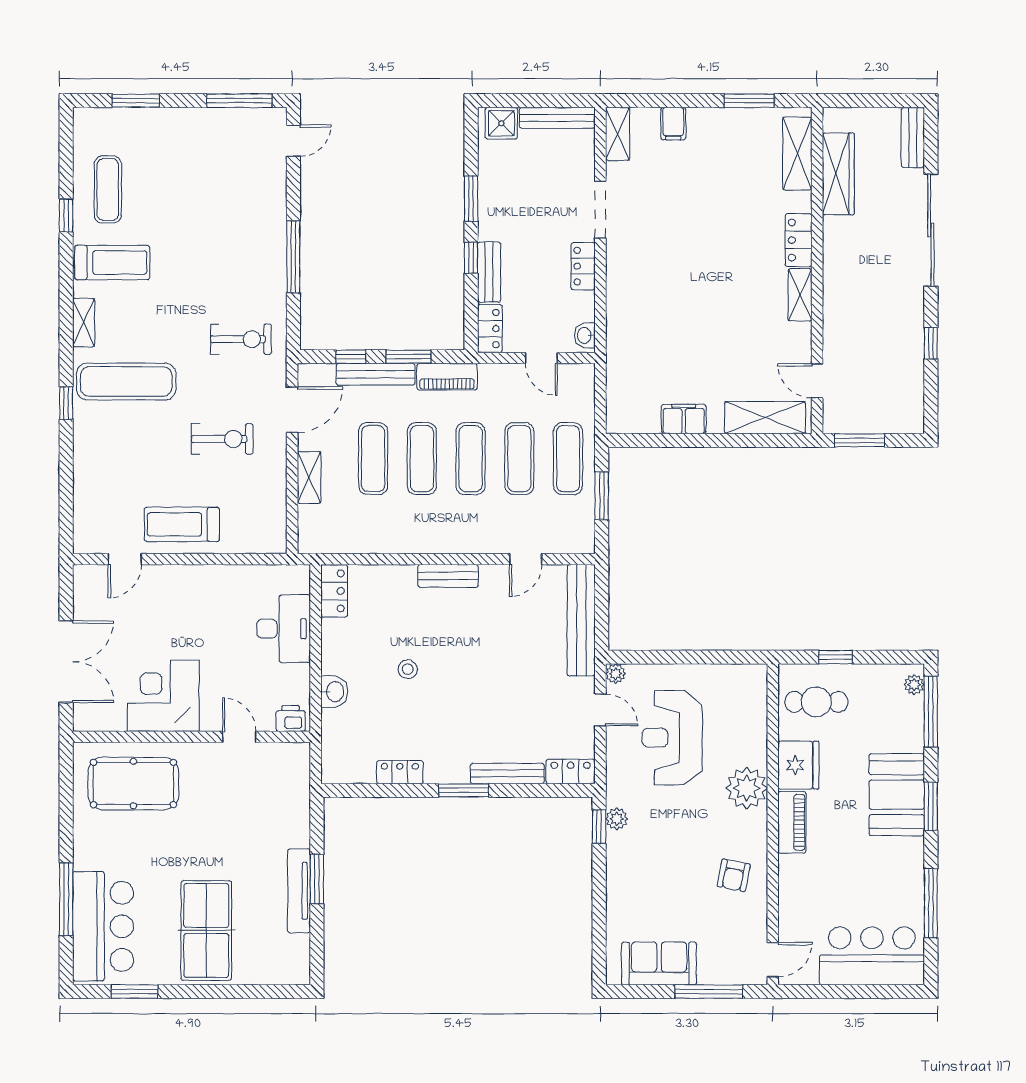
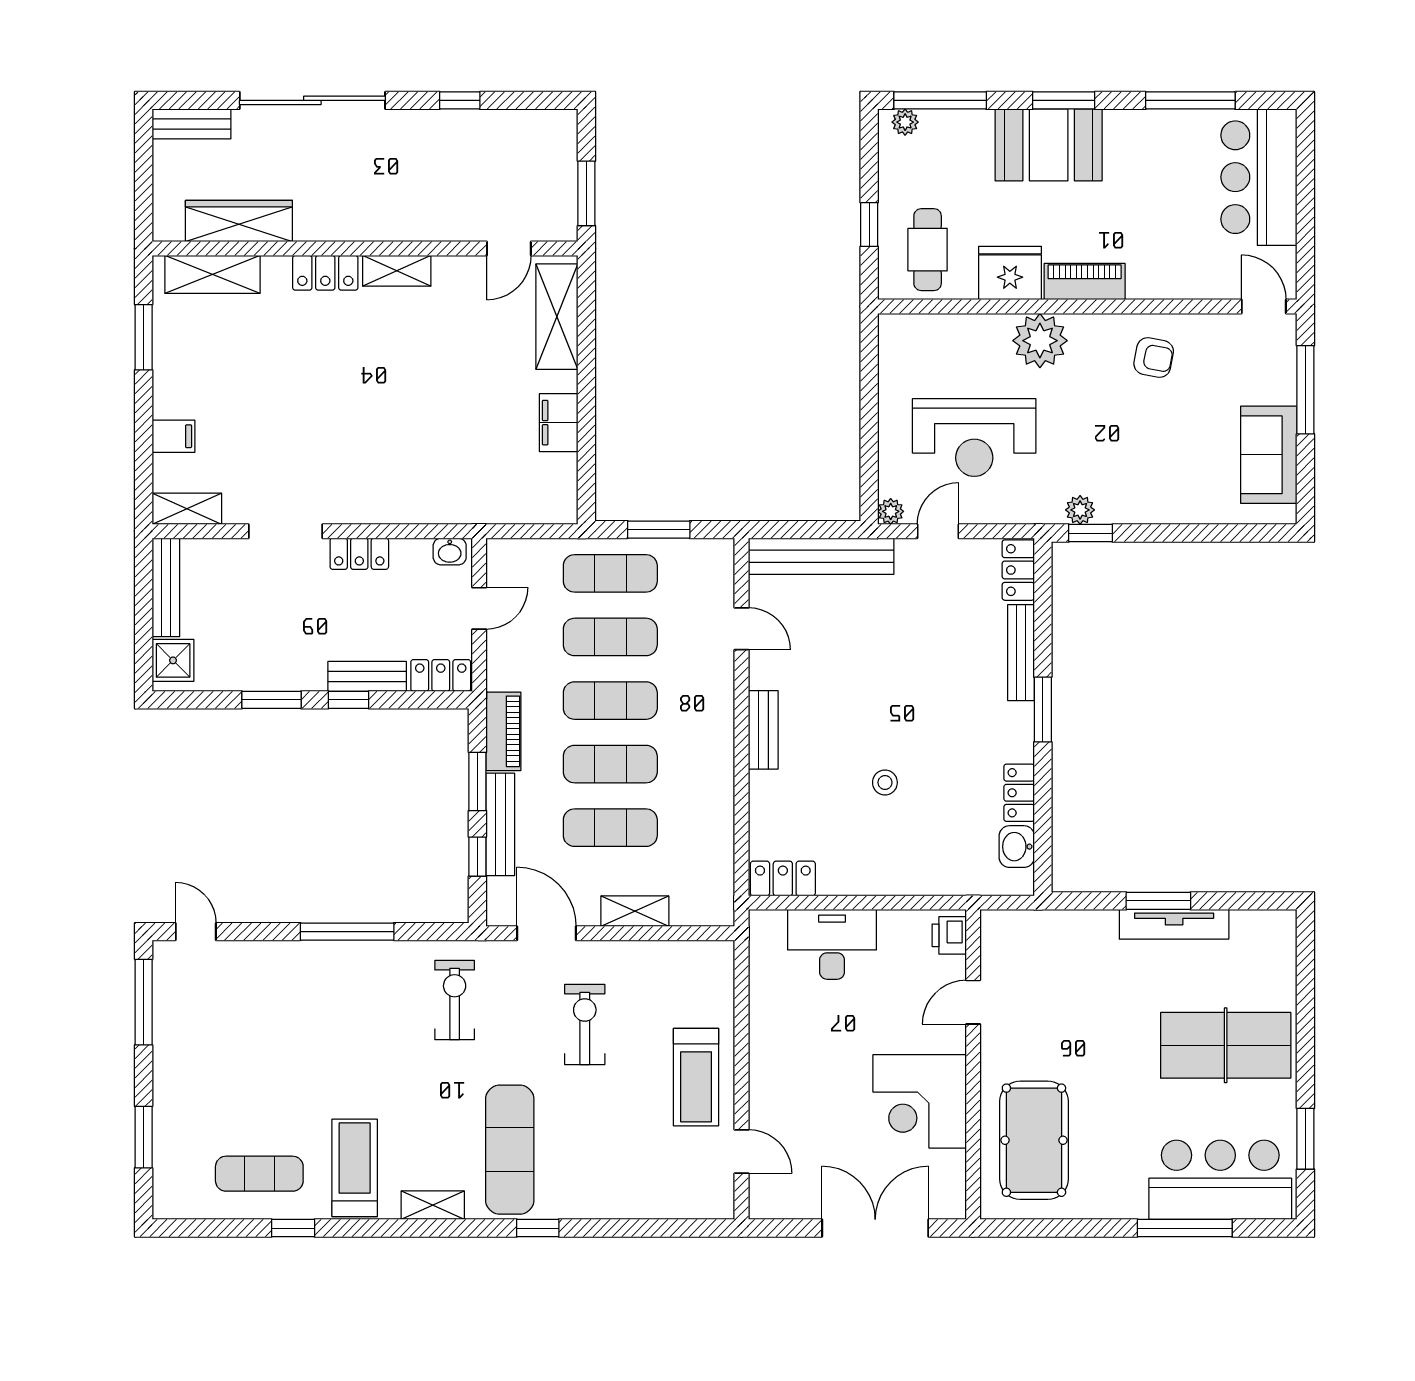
washbasin: (334, 692) -> (1017, 847), moved, turned -90

